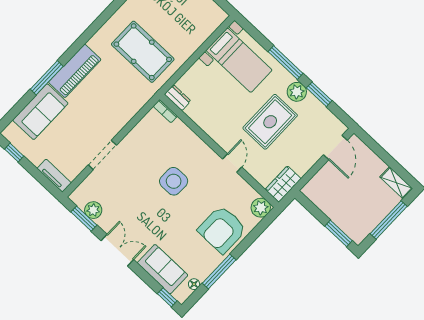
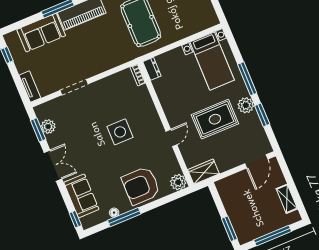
shelving: (396, 183) -> (287, 199), moved
floor lamp: (194, 284) -> (114, 213), moved

